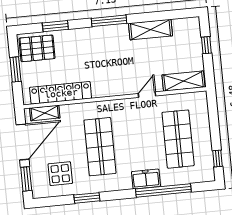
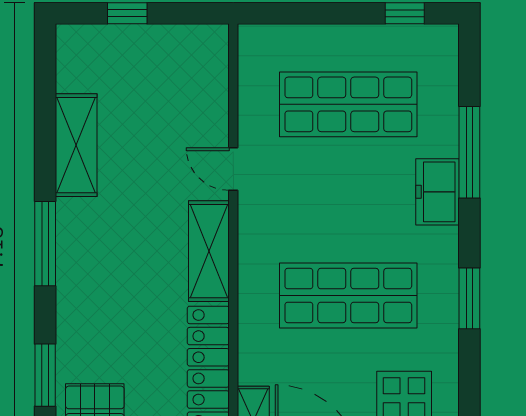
shelving: (183, 81) -> (209, 251), moved
window: (163, 190) -> (469, 152), width x0.68
window: (87, 198) -> (469, 298), moved

